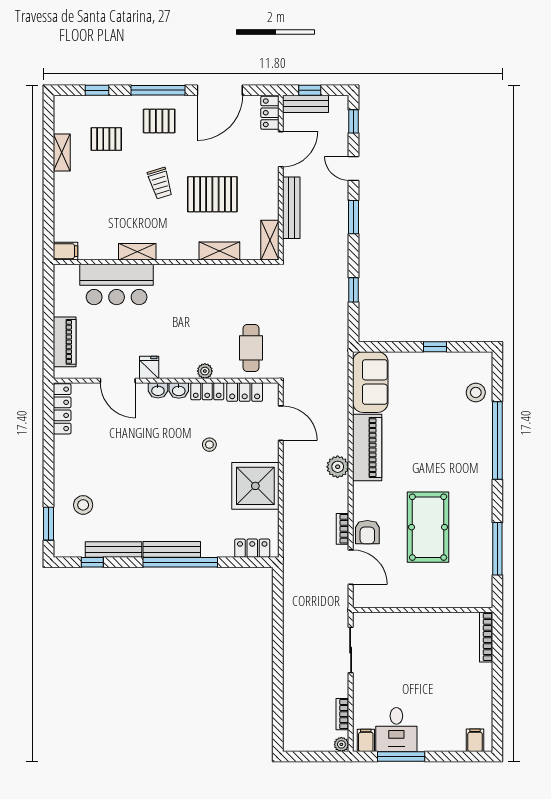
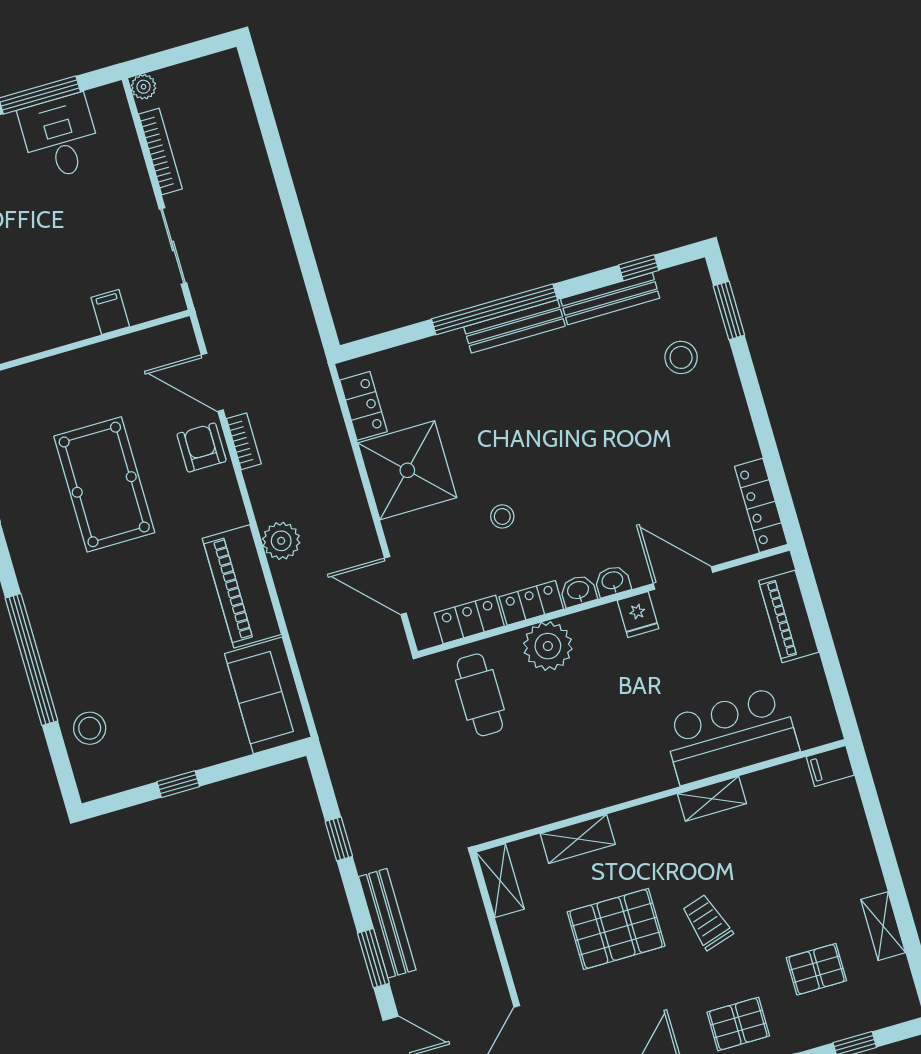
bench: (291, 208) -> (387, 923), moved
plant: (205, 371) -> (548, 646), width x1.87, depth x1.87
locker: (252, 548) -> (363, 406), moved, turned -90
bookcase: (342, 714) -> (160, 152), width x1.56
filing cabinet: (366, 740) -> (110, 312), moved, turned 180

